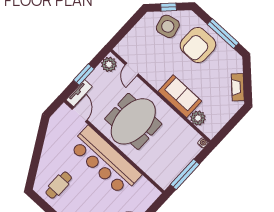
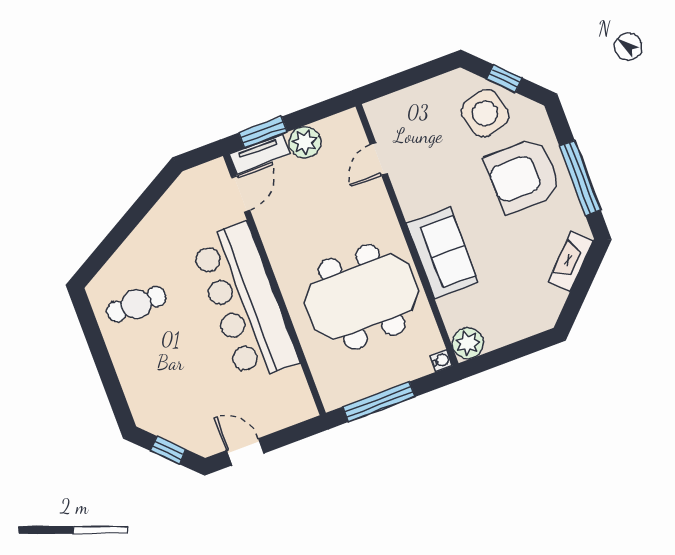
plant: (109, 64) -> (305, 142), moved
window: (84, 74) -> (263, 132), moved
fireplace: (238, 87) -> (571, 261), moved
plant: (198, 118) -> (468, 343), moved
meeting table: (133, 121) -> (362, 297), moved

